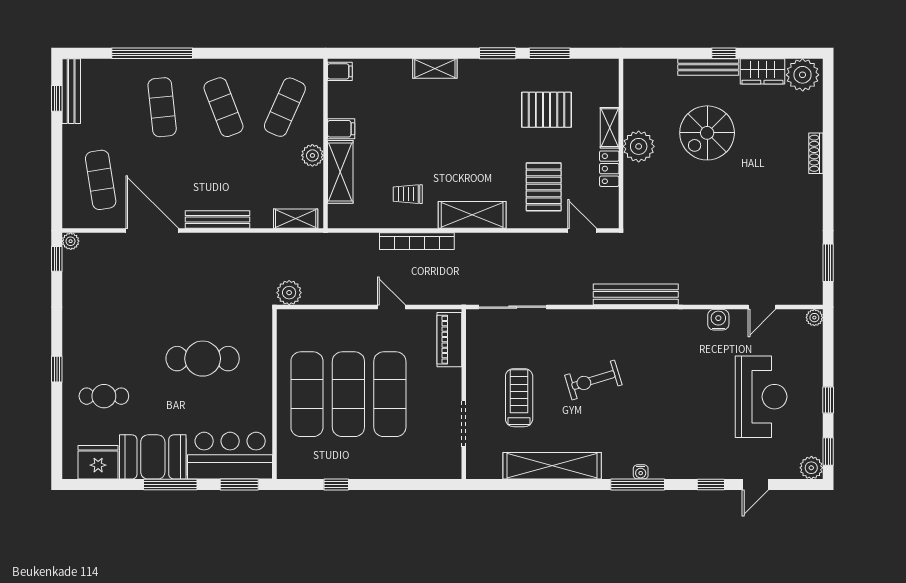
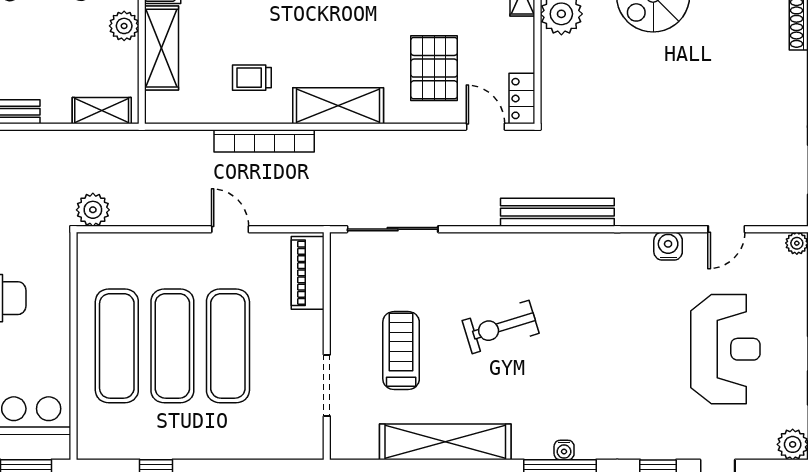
locker: (609, 169) -> (522, 99), moved

